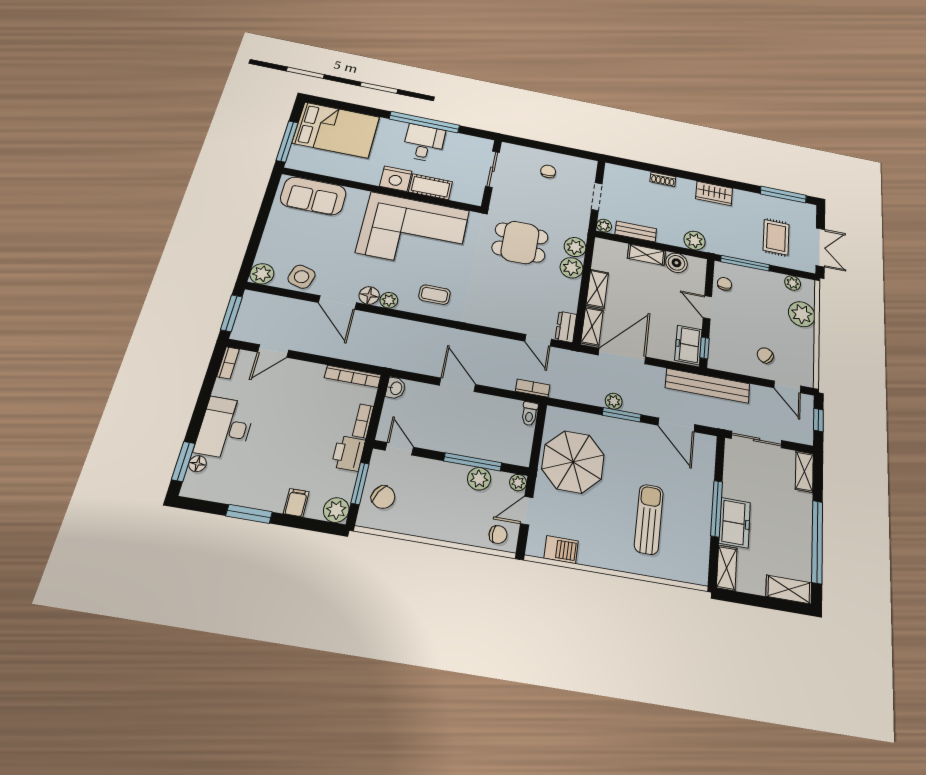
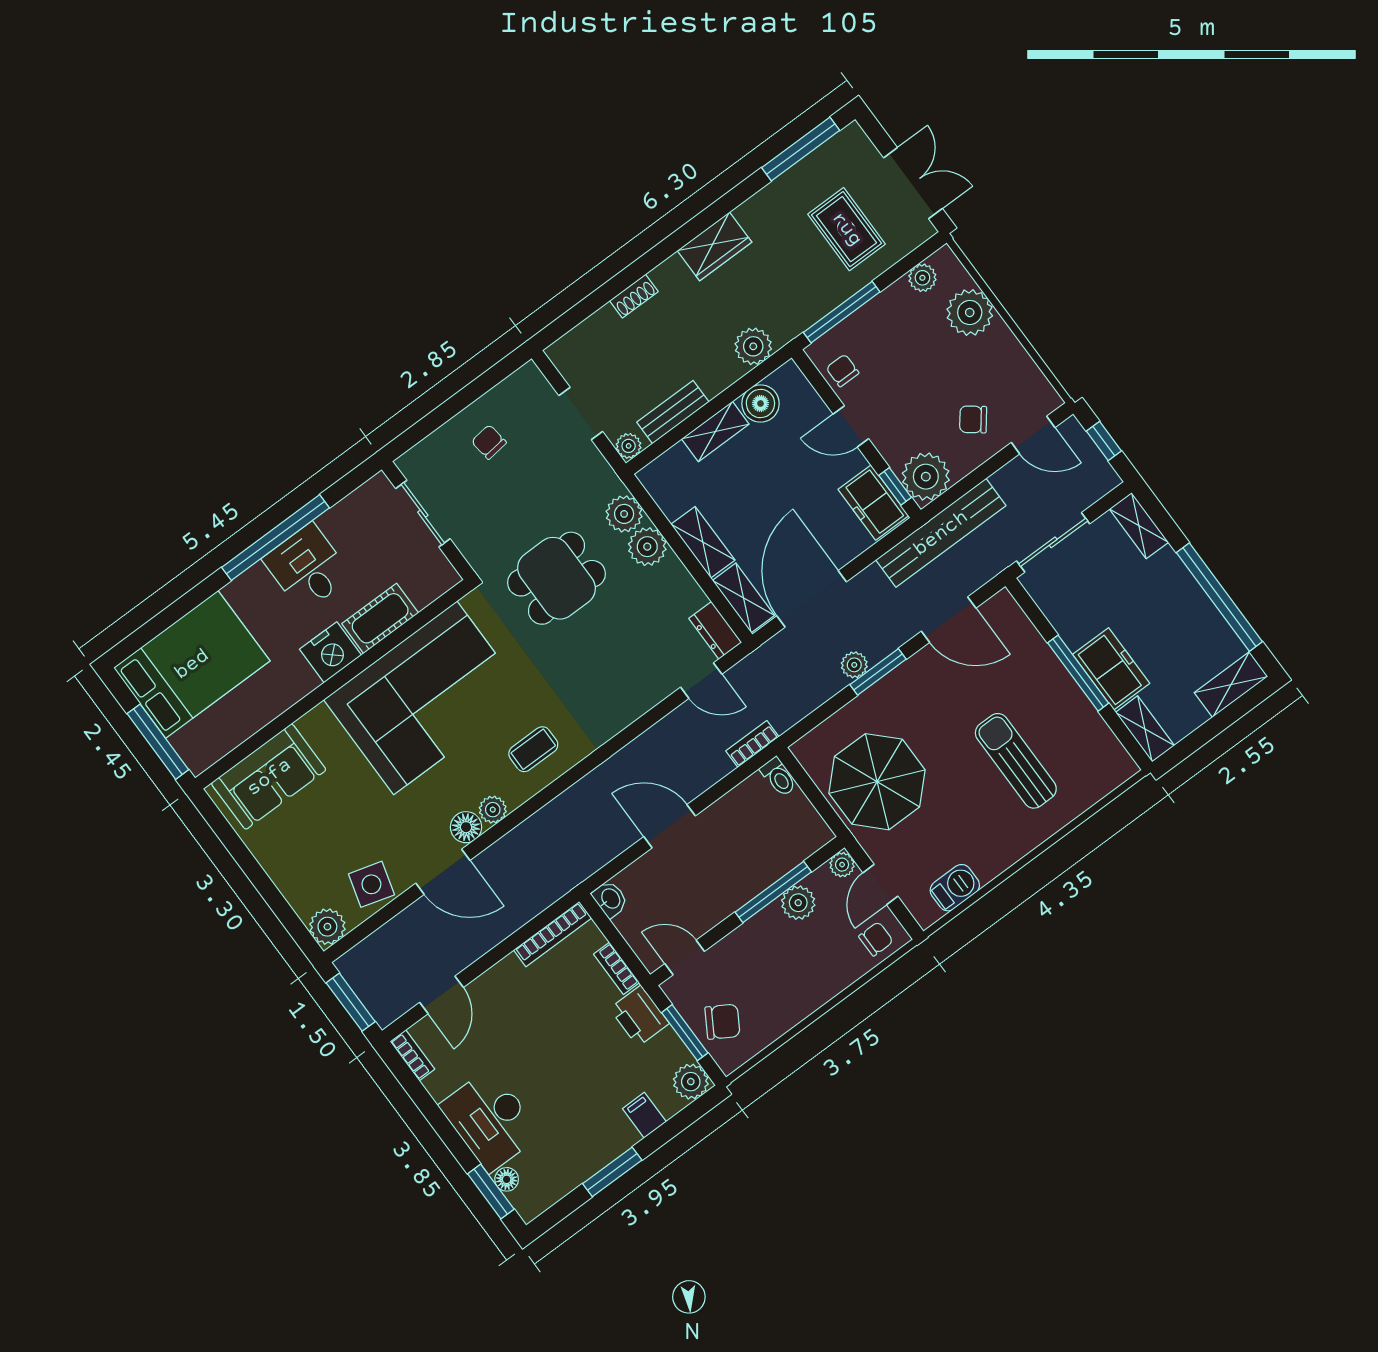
plant: (722, 357) -> (926, 477), added

